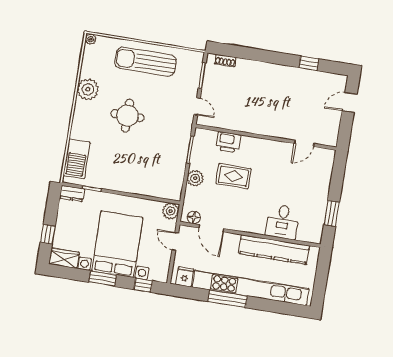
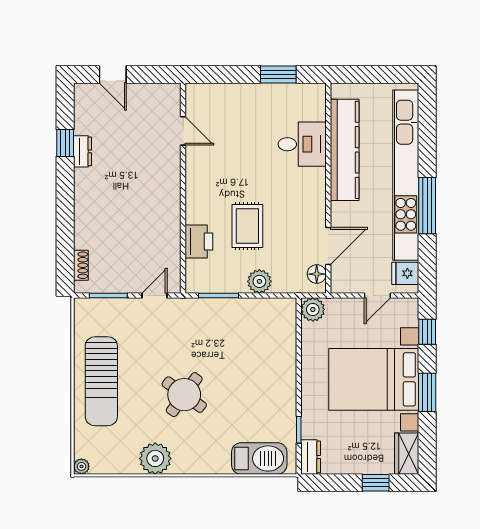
dresser: (301, 74) -> (82, 151), added
round table: (128, 116) -> (184, 395), turned 36
door: (175, 241) -> (377, 295), moved

